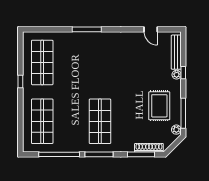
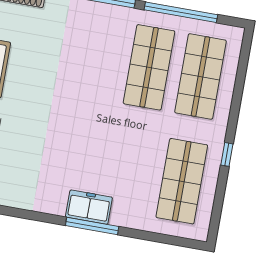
freezer: (90, 39) -> (89, 207), added
shop shelf: (100, 121) -> (149, 67), moved

